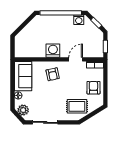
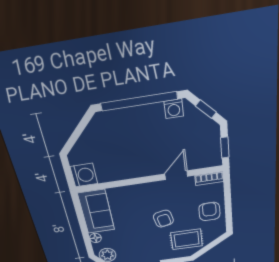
washing machine: (53, 51) -> (84, 175), moved, turned 90
armchair: (53, 74) -> (163, 219), moved

